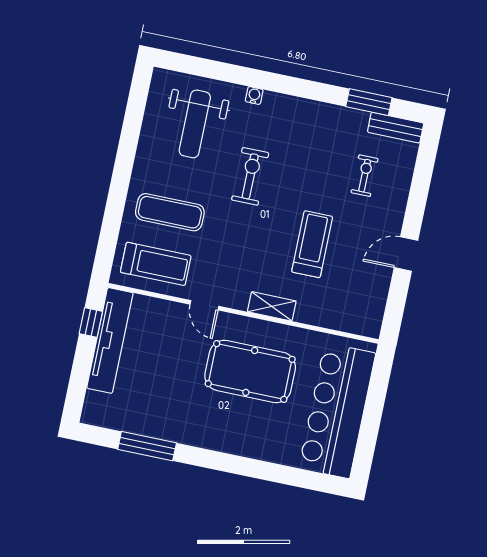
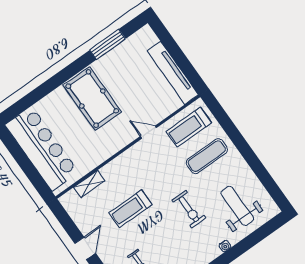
treadmill: (312, 244) -> (130, 209), turned 90
shelving: (272, 306) -> (89, 184), moved
window: (91, 323) -> (189, 72), removed
pool table: (250, 371) -> (92, 99), moved, turned 90

